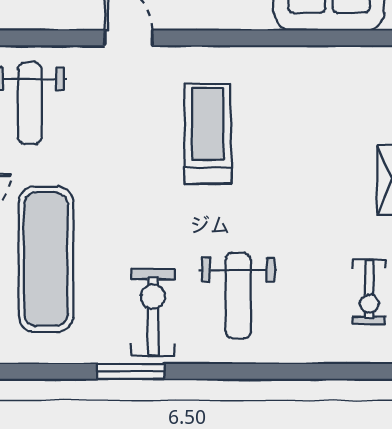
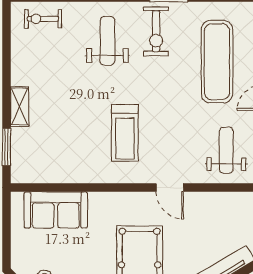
exercise bike: (369, 292) -> (43, 19), moved, turned -90

